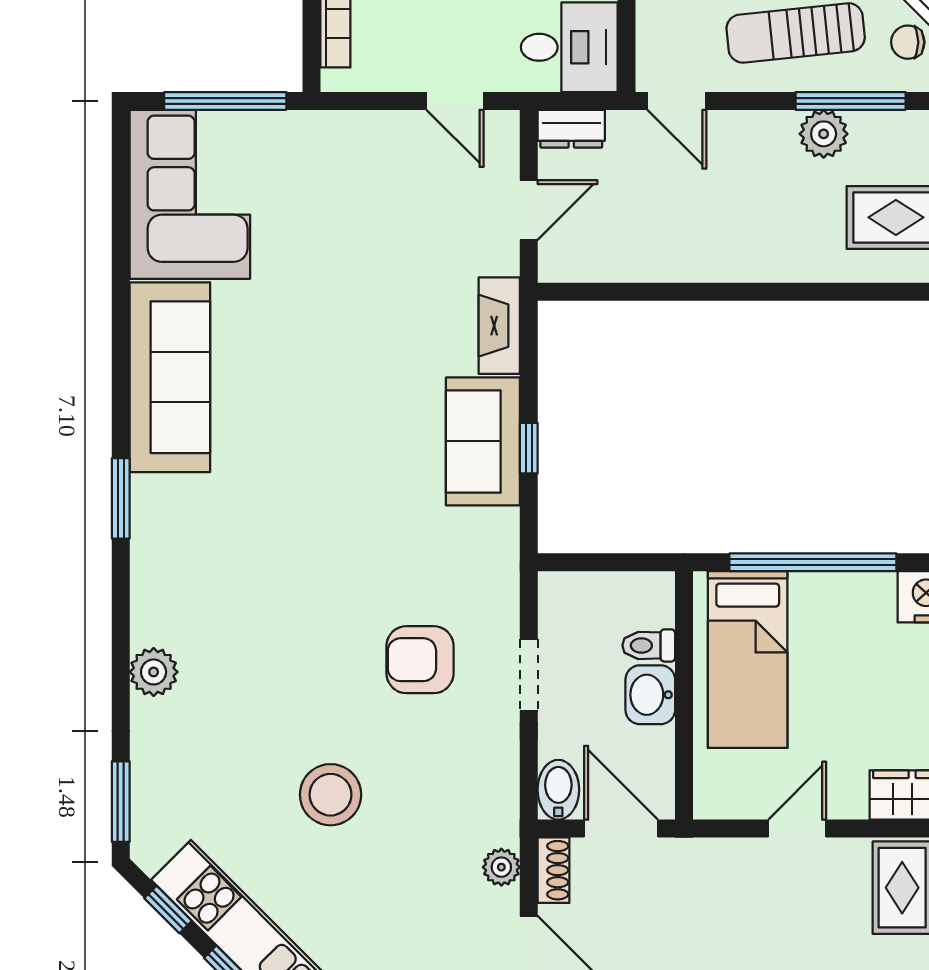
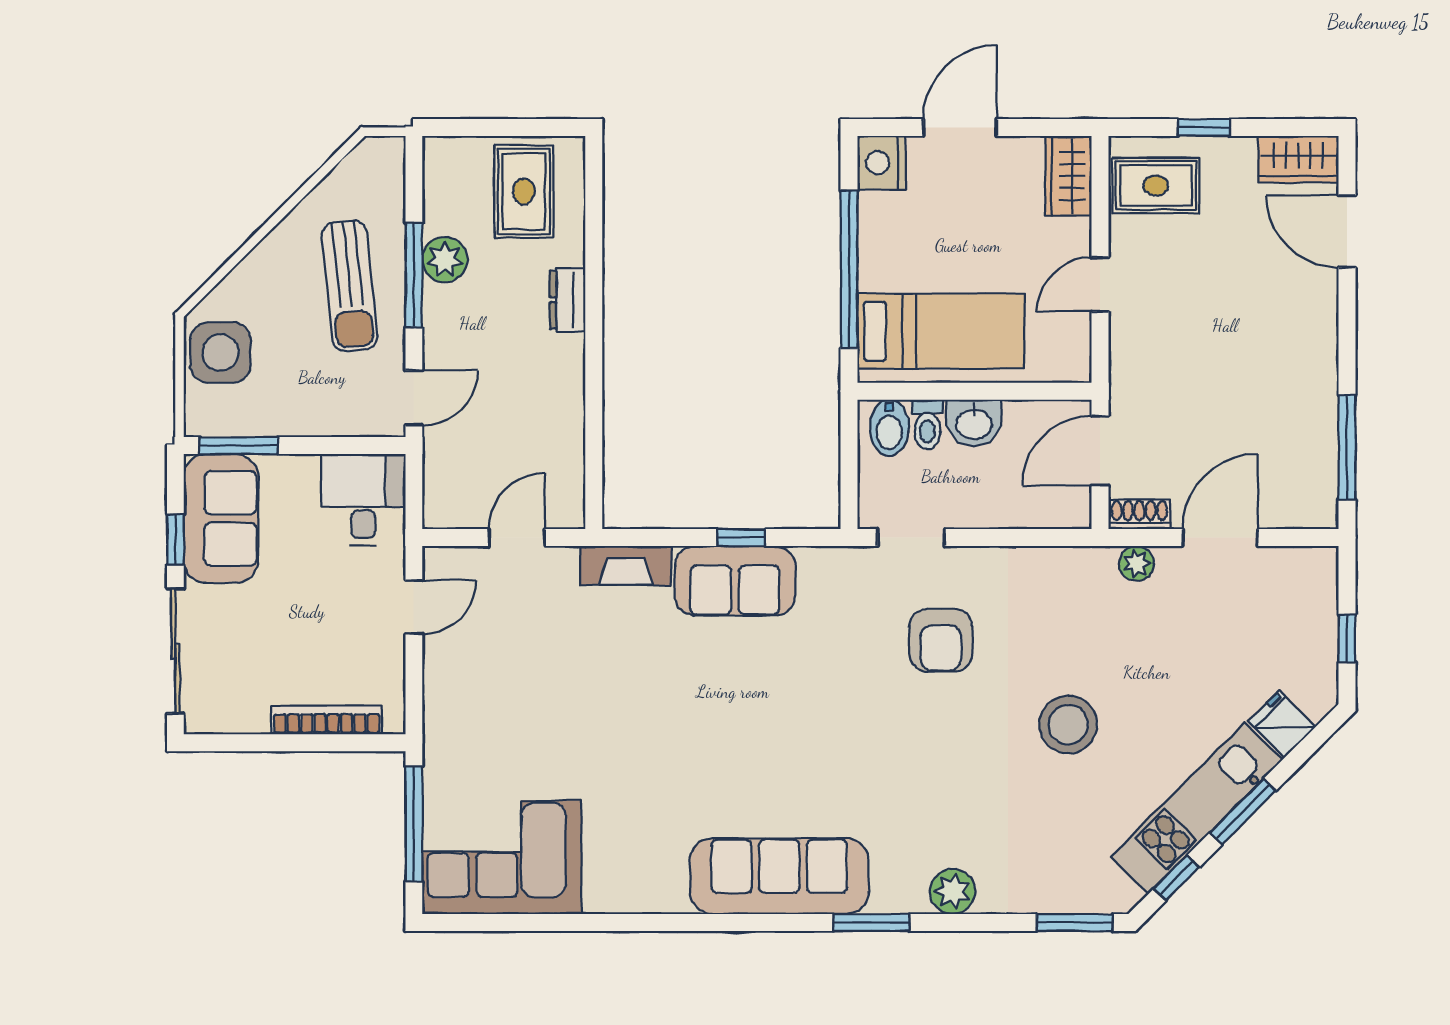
chair: (908, 42) -> (358, 180), removed
window: (851, 101) -> (414, 275), moved
dresser: (571, 129) -> (568, 300), moved, turned 180
door: (529, 210) -> (517, 538), hinge flipped
sofa: (170, 377) -> (779, 876), moved
window: (121, 498) -> (871, 923), moved
doorway: (529, 675) -> (911, 538), moved
bidet: (558, 790) -> (889, 428), moved, turned -90
door: (797, 829) -> (1100, 284), hinge flipped

